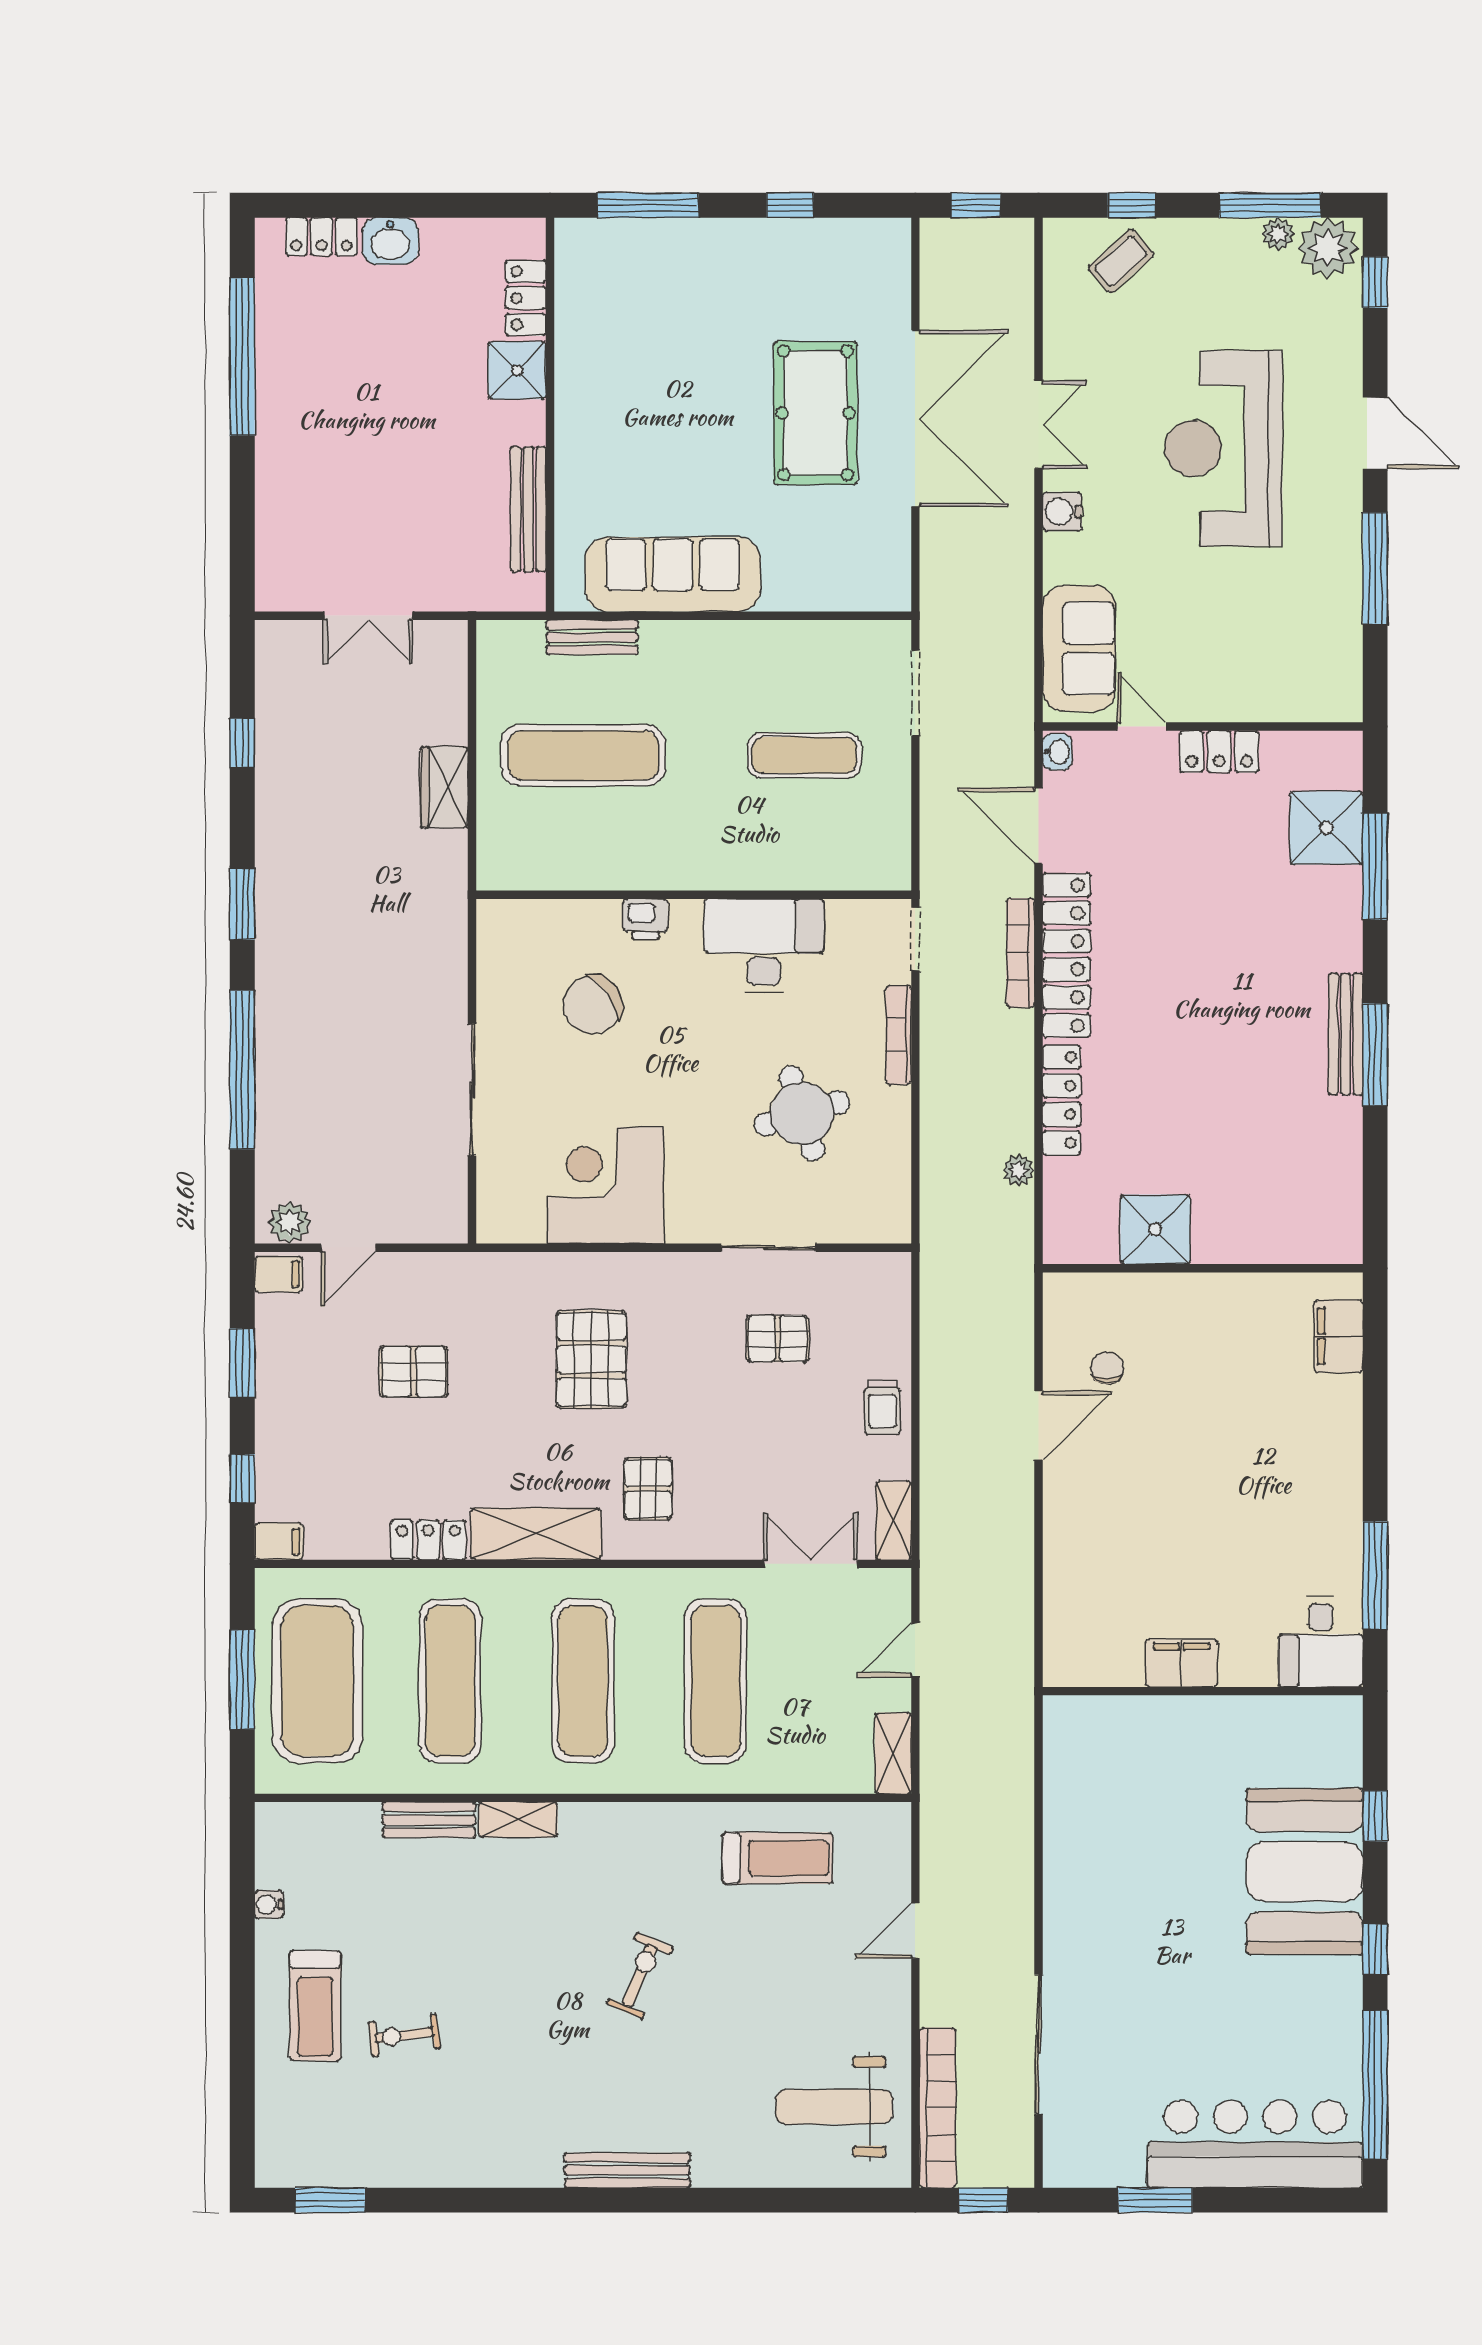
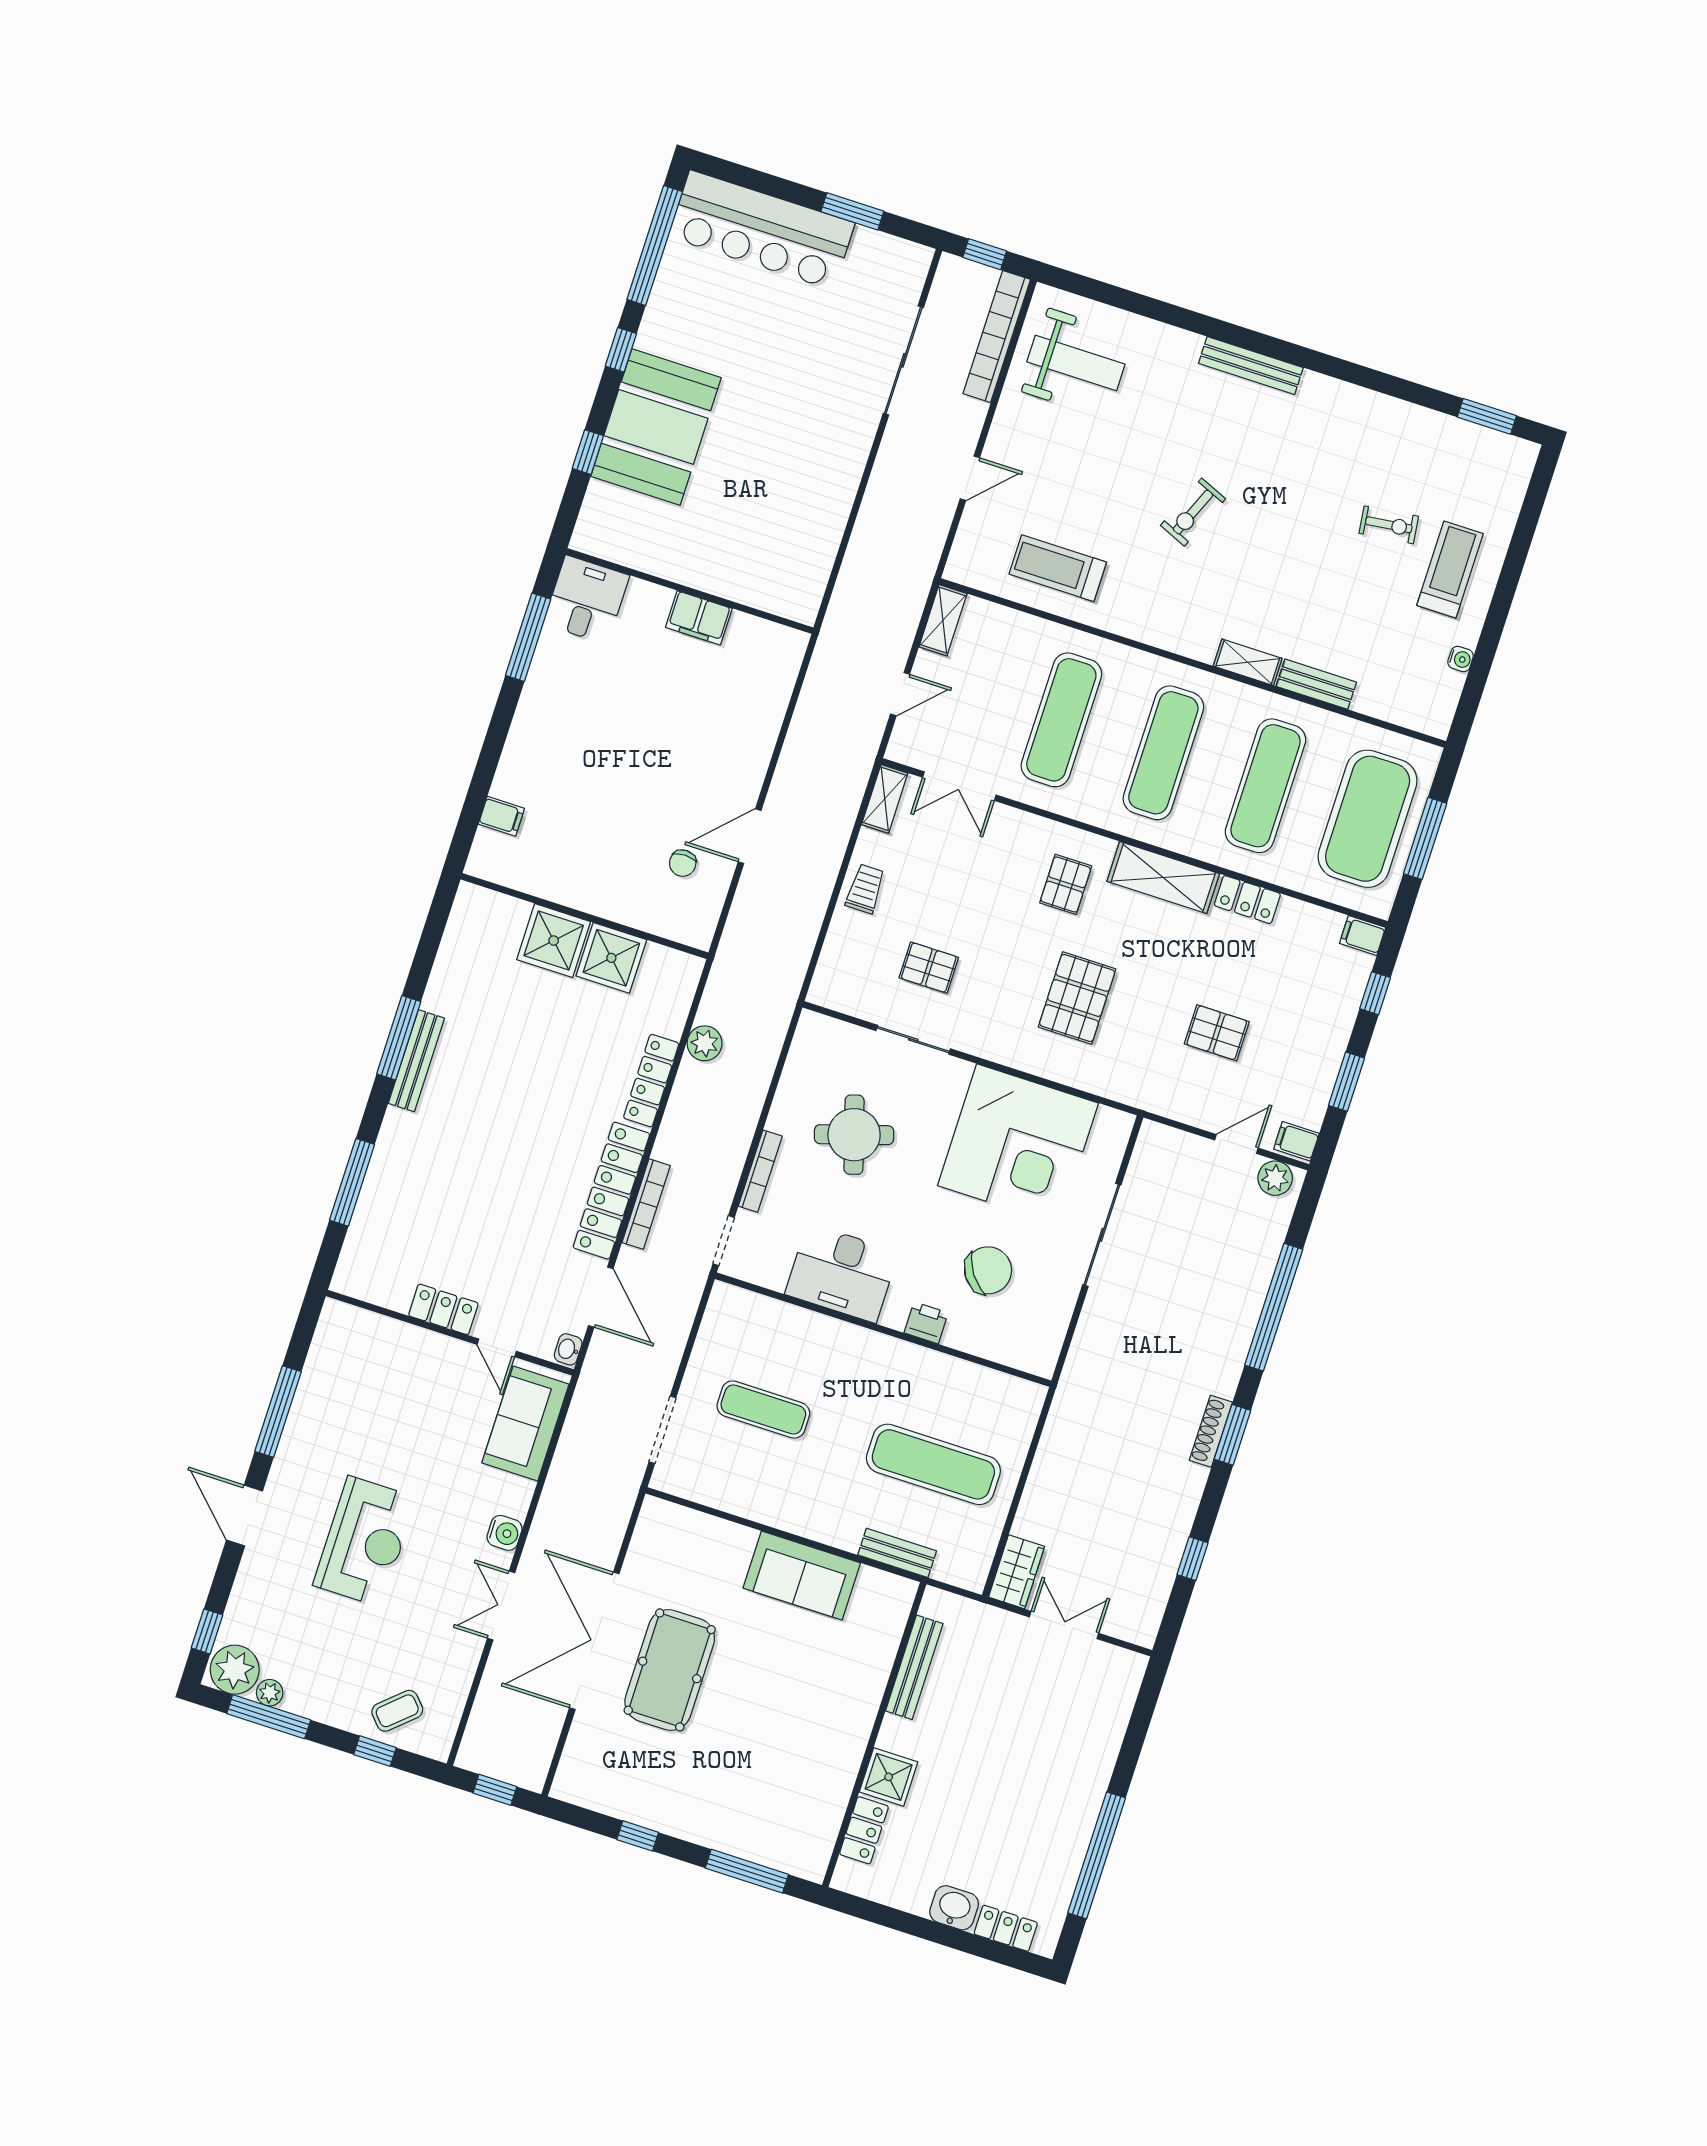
reception desk: (1224, 448) -> (365, 1541), width x0.74, depth x0.77
sofa: (673, 574) -> (802, 1576), width x0.73
wardrobe: (444, 787) -> (1016, 1572), moved
shower: (1326, 828) -> (554, 941), moved
shoe rack: (269, 900) -> (1211, 1431), added
plant: (1019, 1170) -> (705, 1043), width x1.38, depth x1.38
corner desk: (605, 1185) -> (1018, 1144), width x1.36, depth x1.36
filing cabinet: (1339, 1336) -> (501, 816), width x0.50

